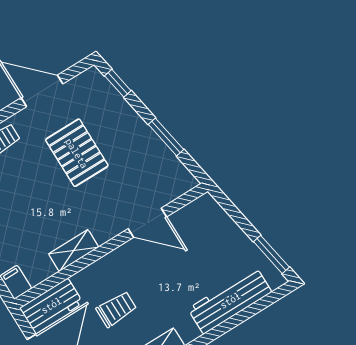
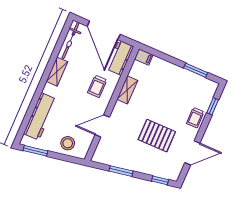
stool: (216, 233) -> (68, 143), added
trolley: (116, 309) -> (97, 86), moved

